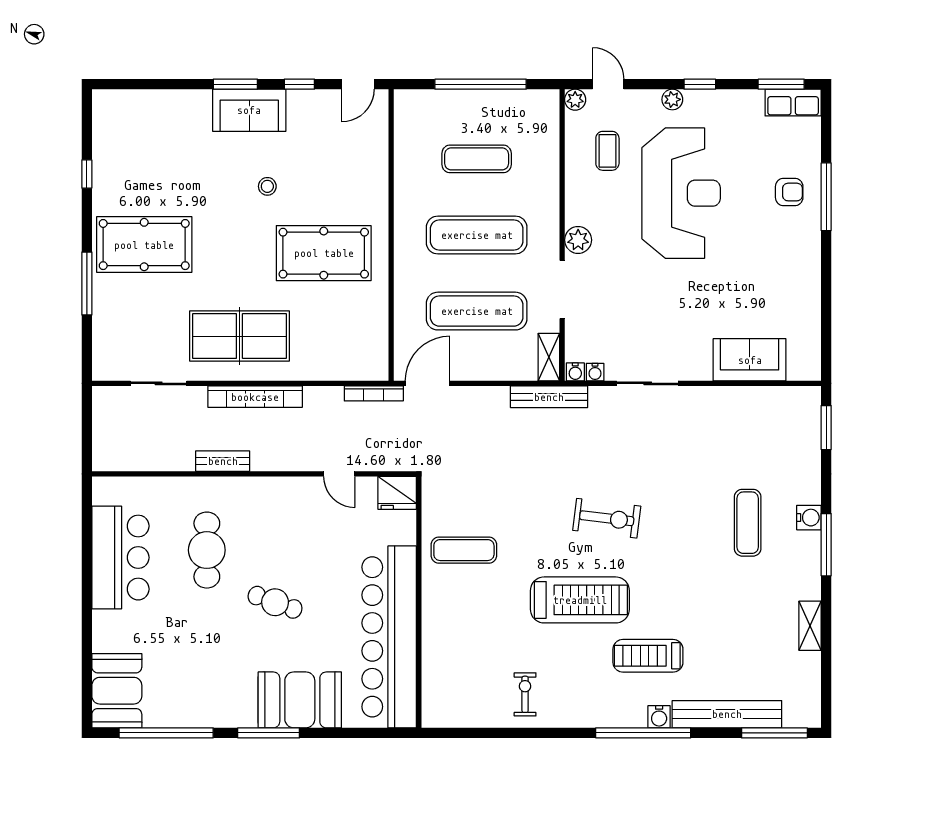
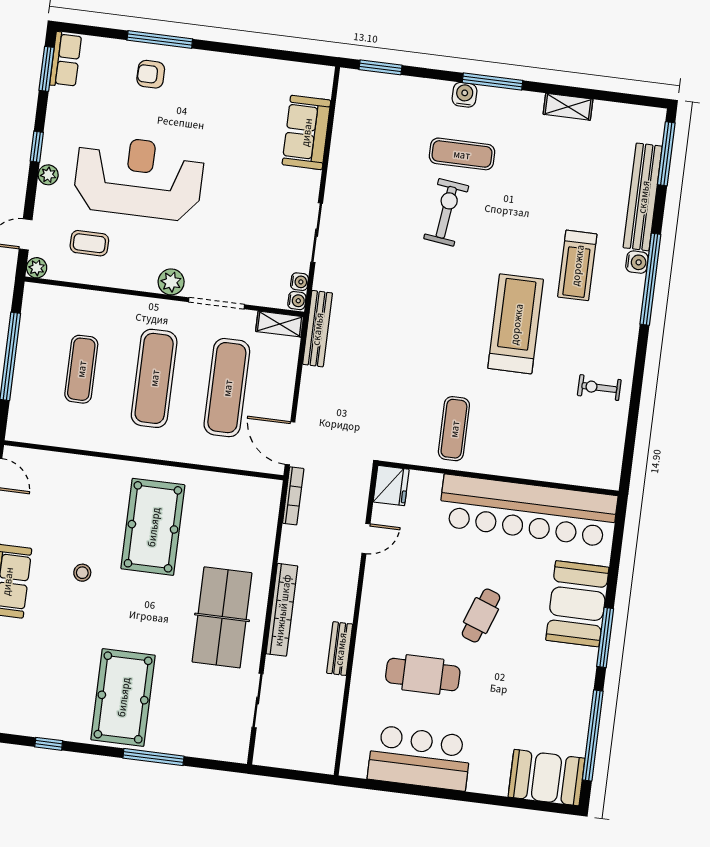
armchair: (789, 192) -> (151, 74), turned -90
exercise bike: (607, 518) -> (446, 212), moved

